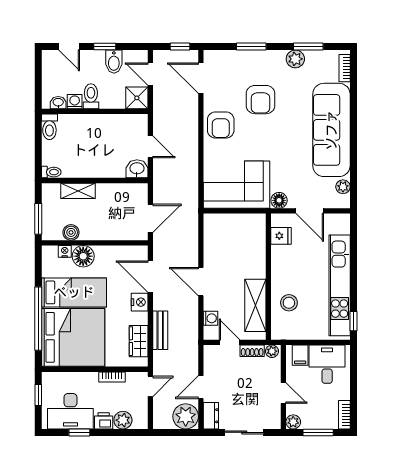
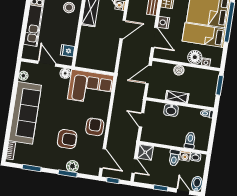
plant: (295, 59) -> (72, 166), moved
bidet: (114, 62) -> (197, 184), moved
armchair: (261, 100) -> (67, 139), turned 90
toilet: (49, 127) -> (190, 140), moved
washbasin: (137, 169) -> (171, 110), moved
shelving: (78, 191) -> (177, 97), moved
boiler: (71, 232) -> (179, 70), moved
door: (201, 282) -> (123, 30), hinge flipped

